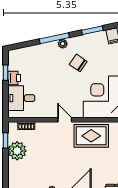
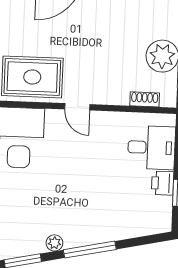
plant: (63, 44) -> (54, 243), moved
chair: (78, 63) -> (50, 205), removed

